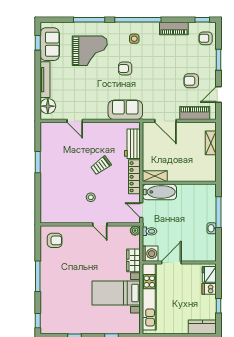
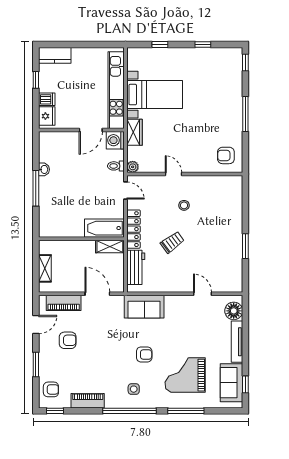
shelving: (155, 176) -> (110, 247), moved
wall: (179, 183) -> (81, 239), moved
bathtub: (159, 192) -> (104, 228), moved

